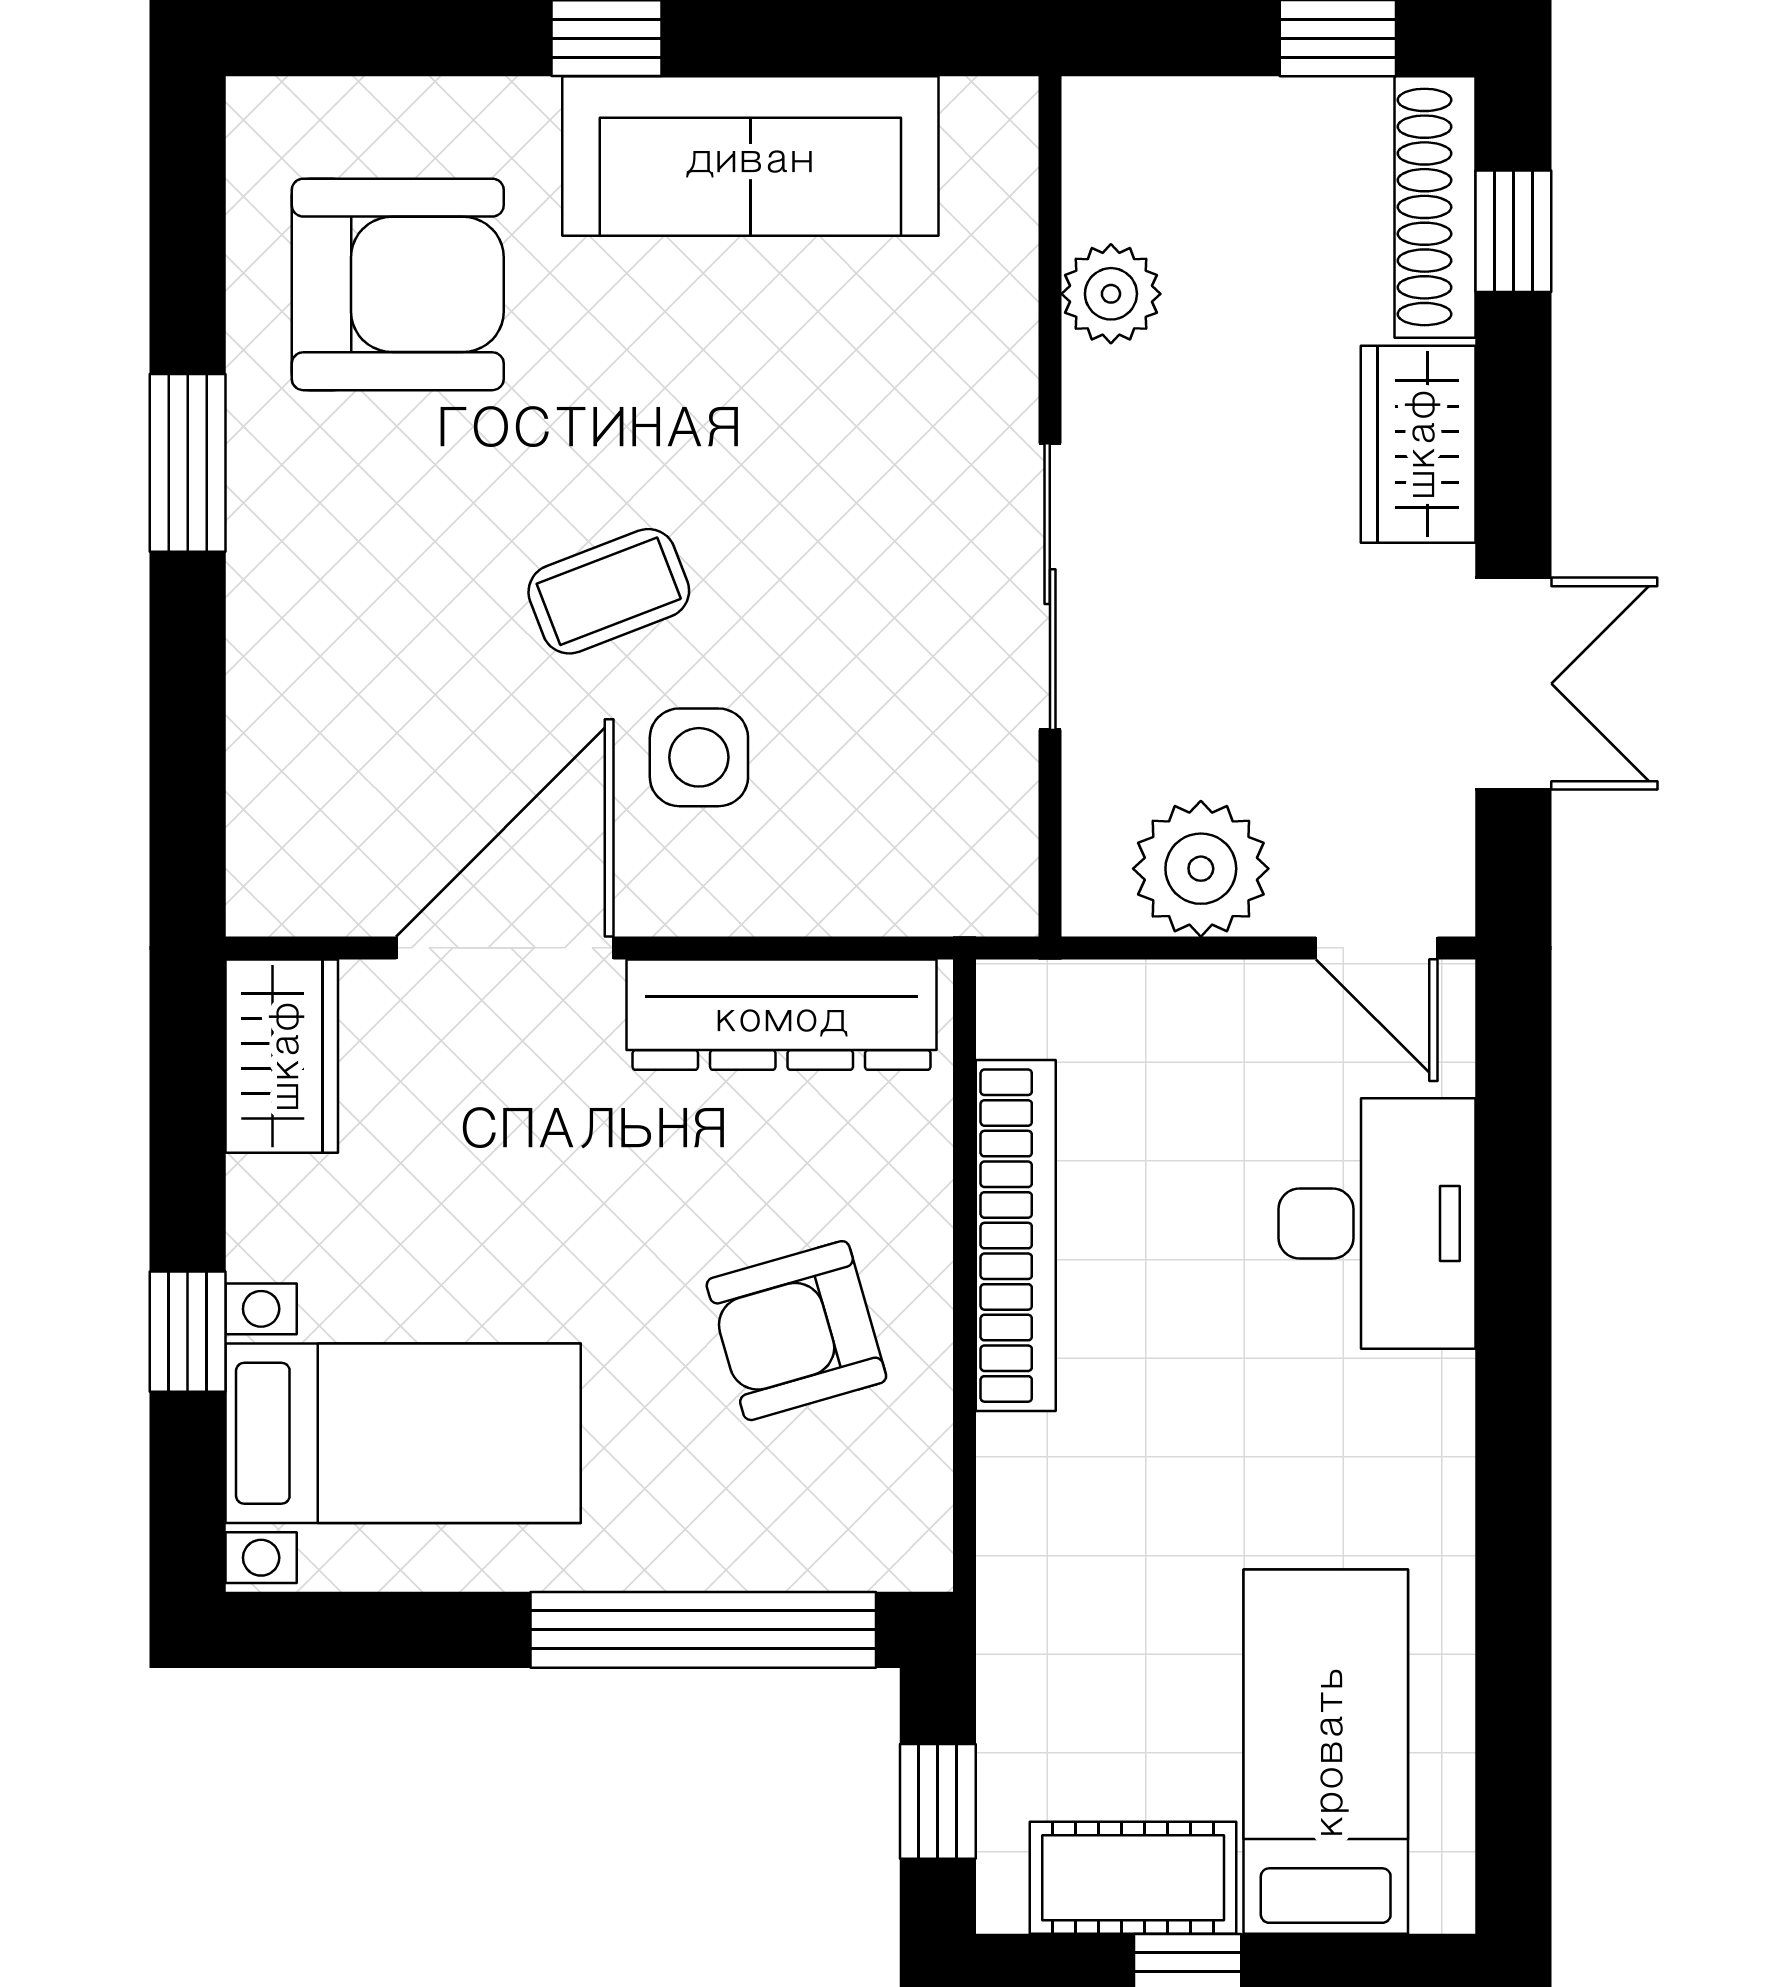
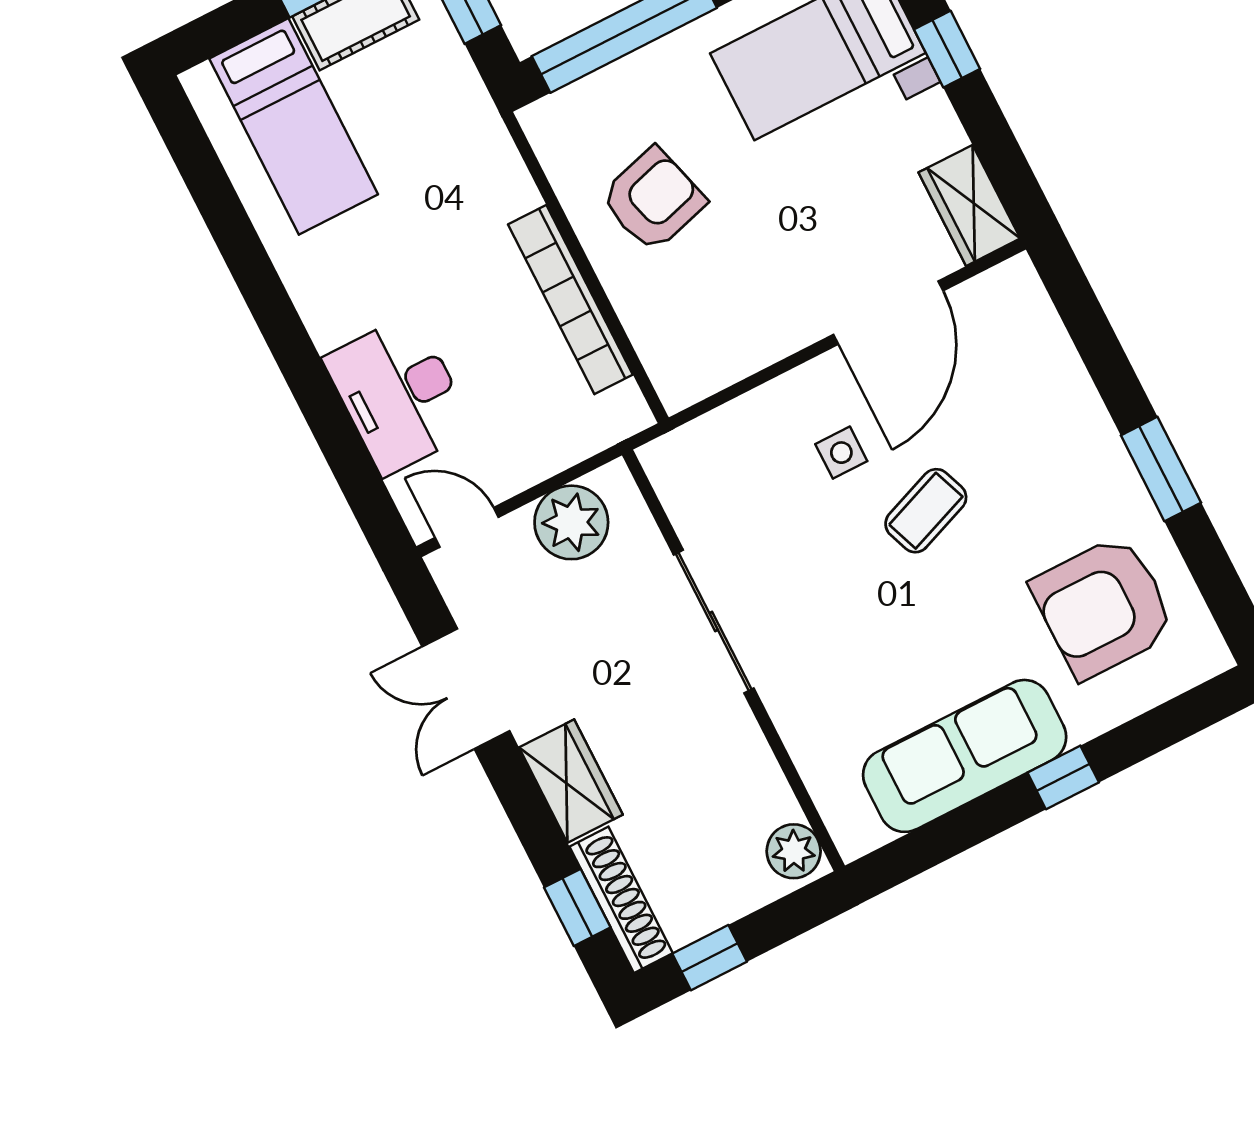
plant: (1111, 294) -> (794, 851), moved
side table: (699, 757) -> (841, 453), width x0.73, depth x0.73
dresser: (782, 1015) -> (738, 349), removed

